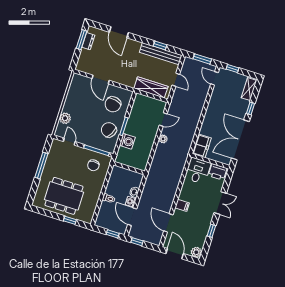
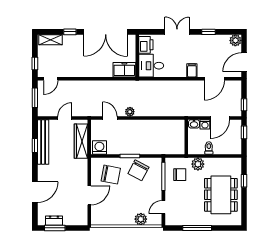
washing machine: (127, 141) -> (99, 148), moved
wall: (129, 168) -> (186, 137), moved
plant: (98, 184) -> (198, 164), added

